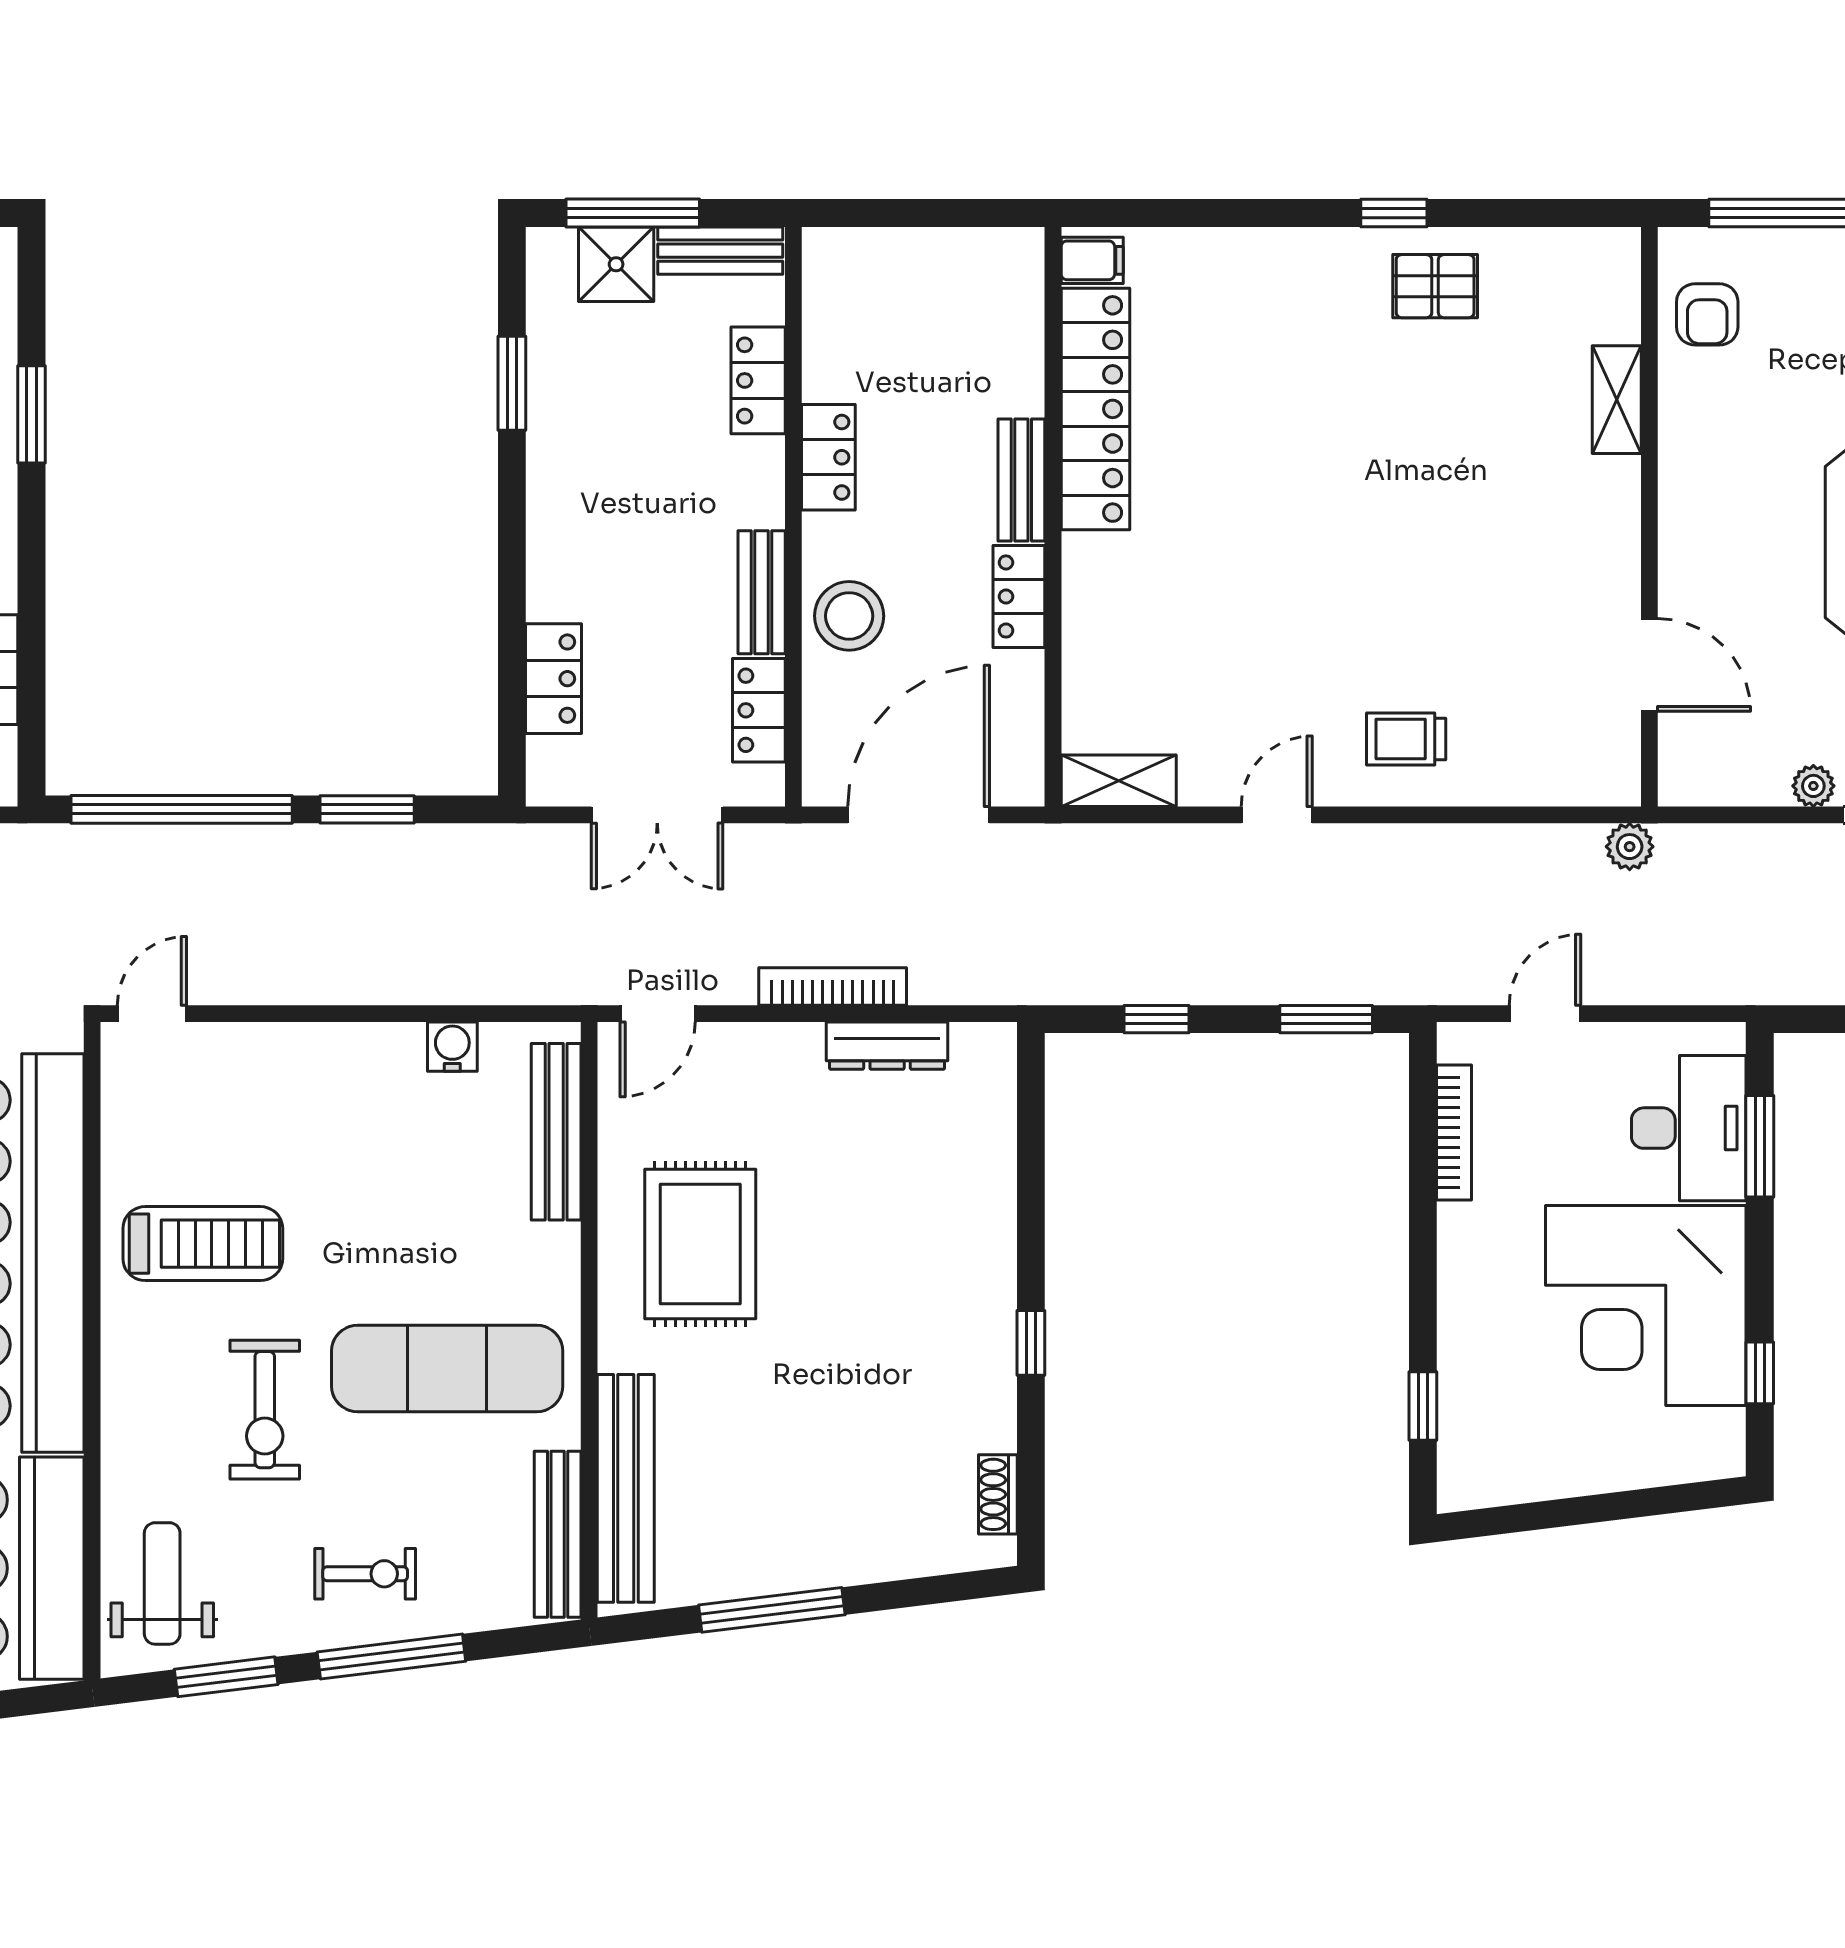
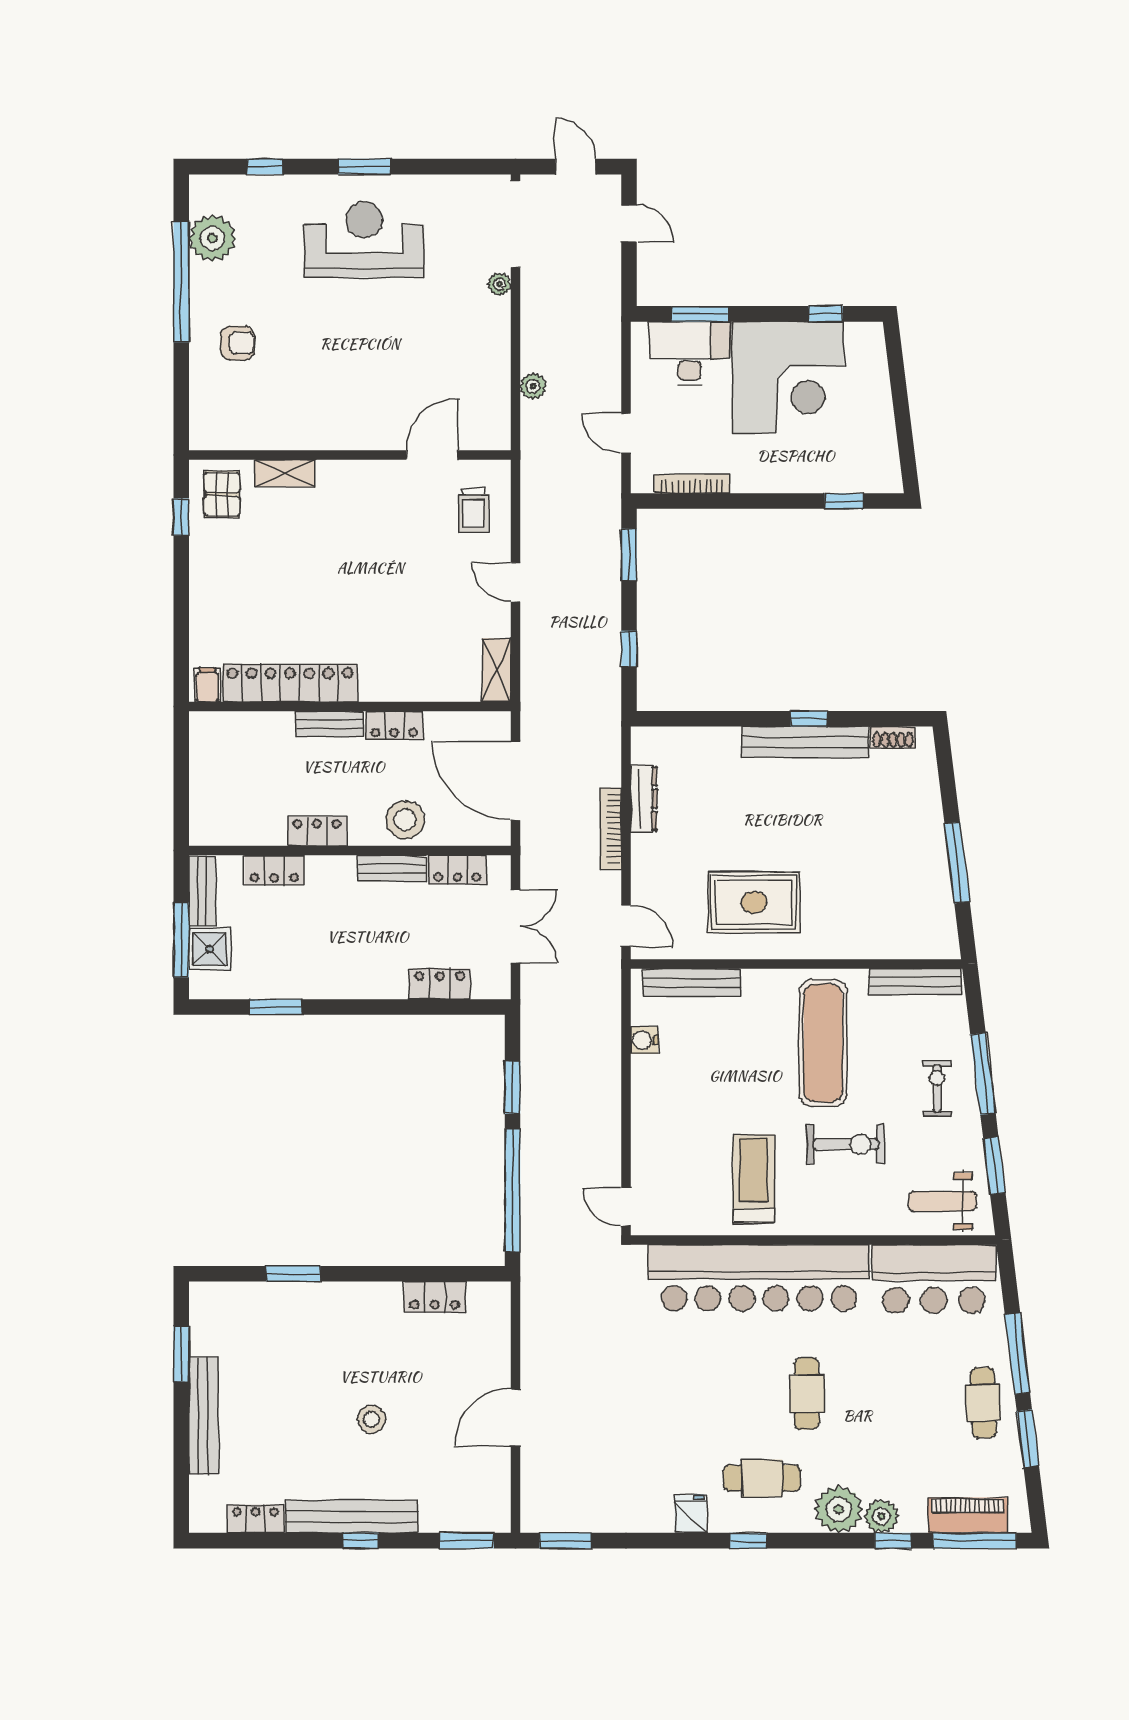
shelving: (1617, 400) -> (285, 473), moved
wall: (1649, 517) -> (350, 455), moved
door: (1649, 665) -> (432, 455), moved
bench: (626, 1488) -> (805, 742), moved

